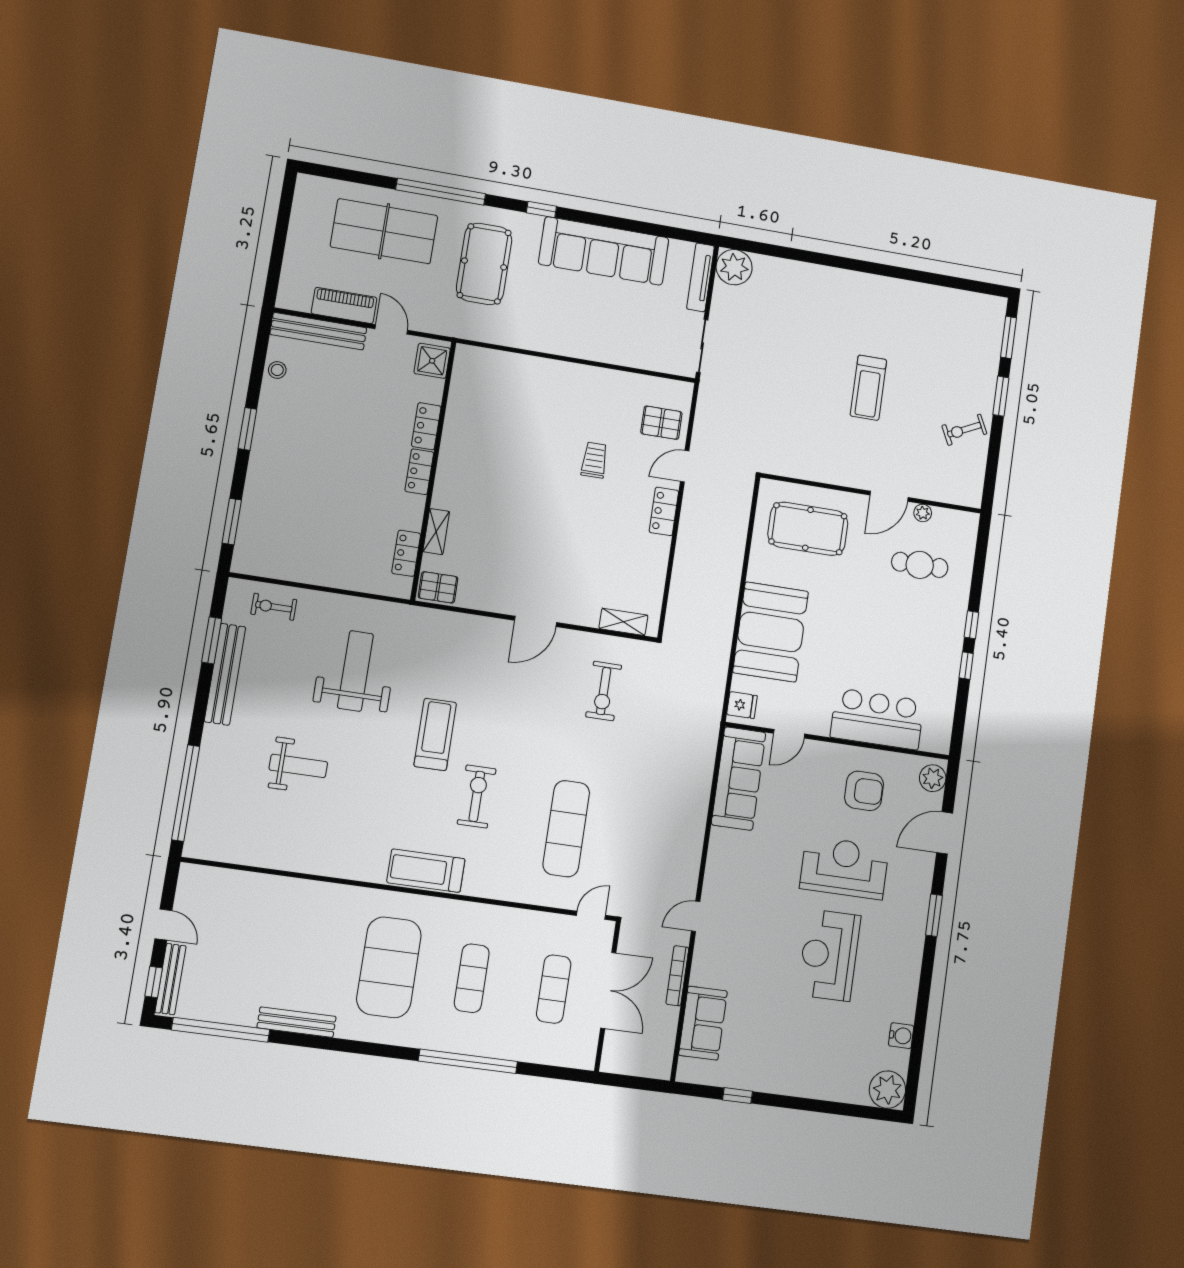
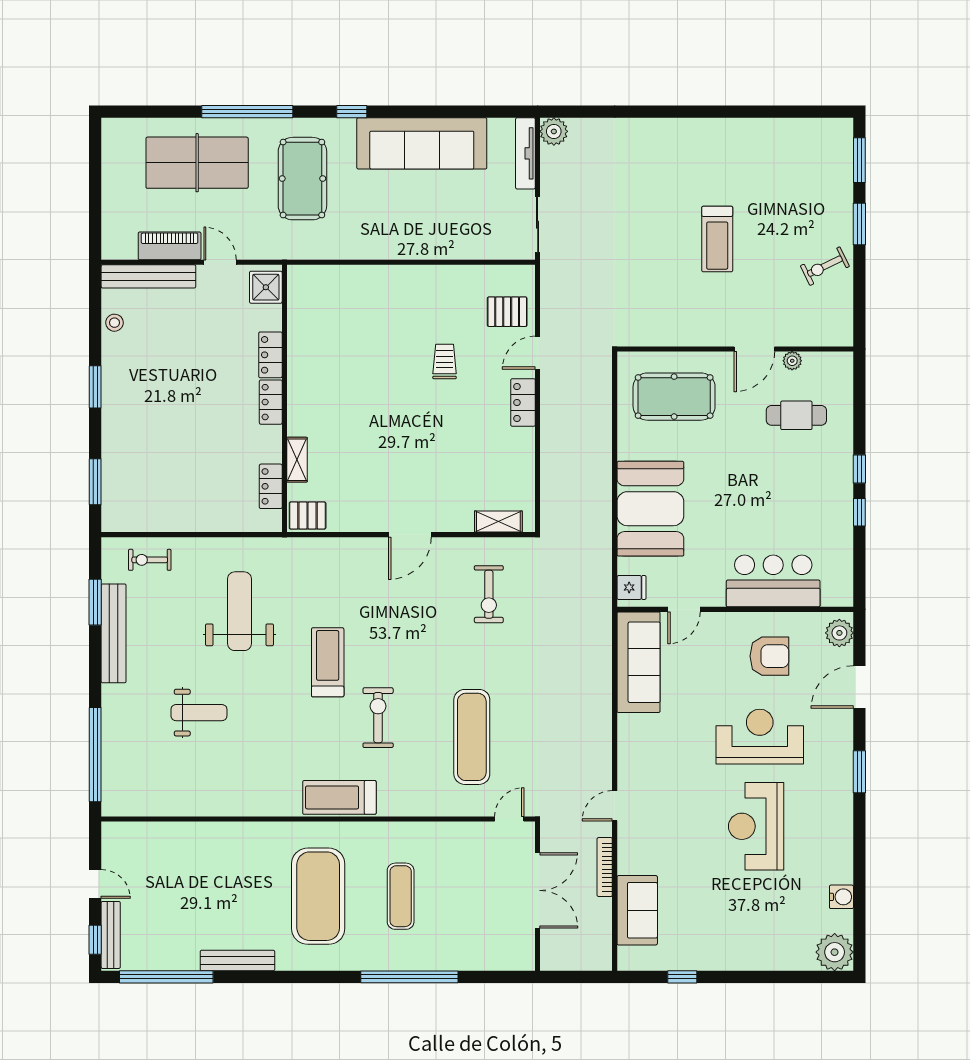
plant: (734, 267) -> (554, 131), width x0.73, depth x0.73
exercise mat: (554, 989) -> (483, 896), removed

